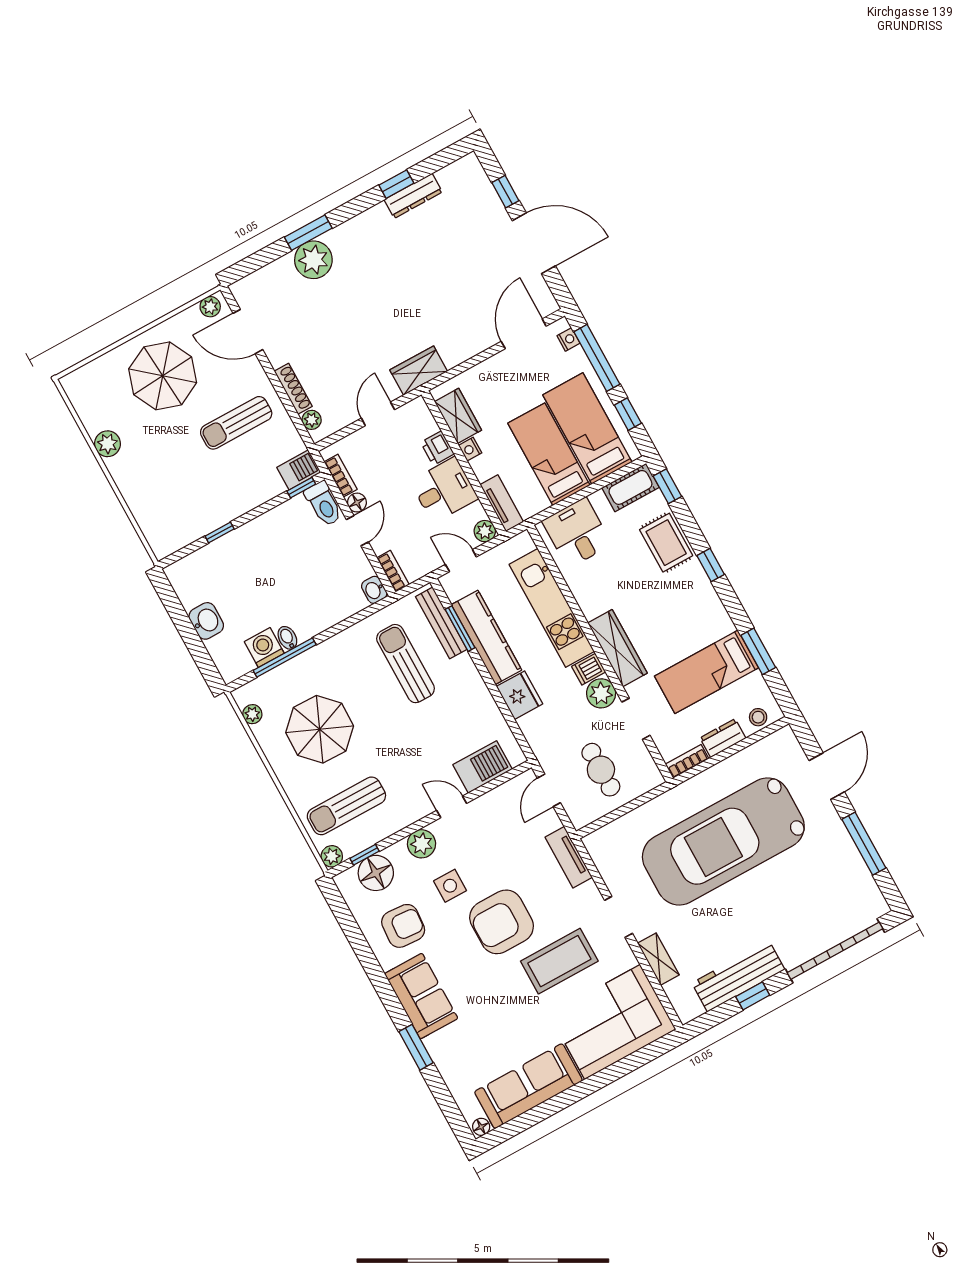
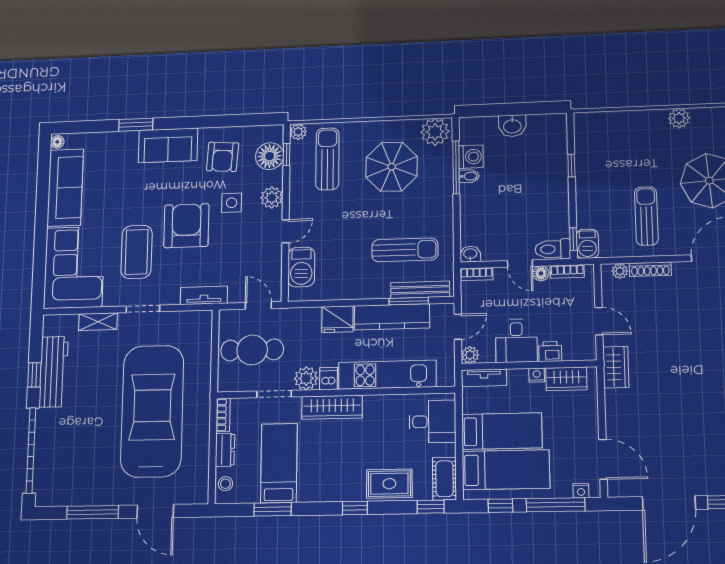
plant: (252, 714) -> (435, 132), width x1.88, depth x1.88
cafe table: (601, 770) -> (252, 350), width x1.37, depth x1.35

